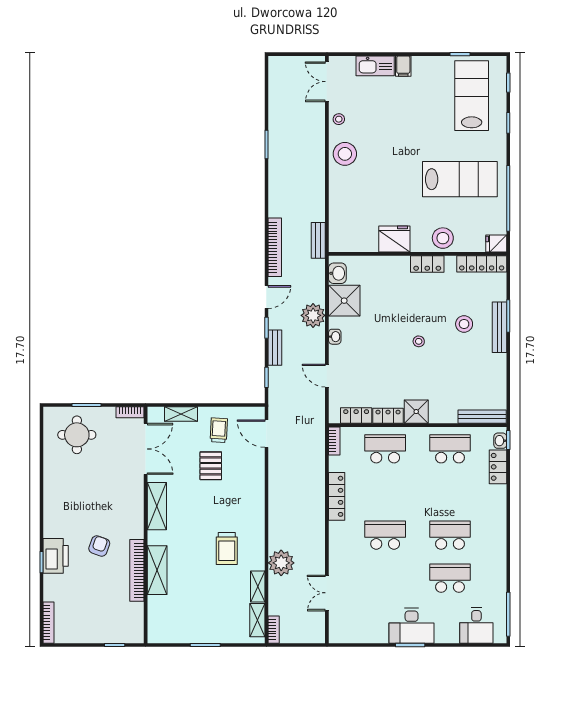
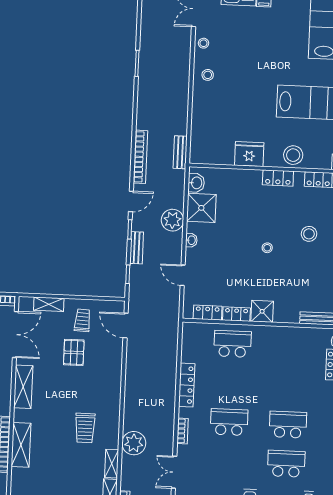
stool: (345, 154) -> (208, 75), width x0.53, depth x0.53
bookcase: (334, 441) -> (182, 431), moved
school desk: (450, 449) -> (291, 346), removed

